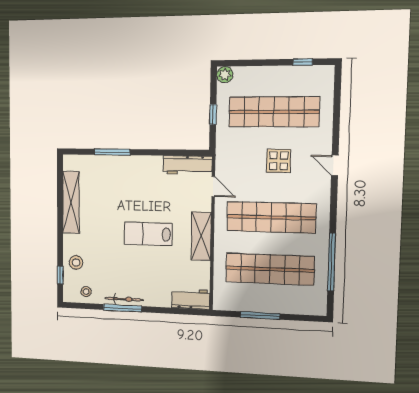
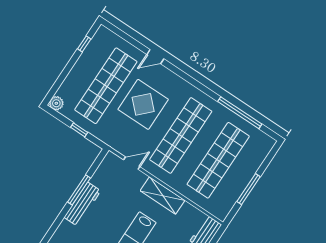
window: (112, 152) -> (79, 190), moved
display table: (279, 161) -> (143, 104), width x1.86, depth x1.86
workbench: (188, 165) -> (82, 204), moved
door: (335, 165) -> (155, 57), moved

